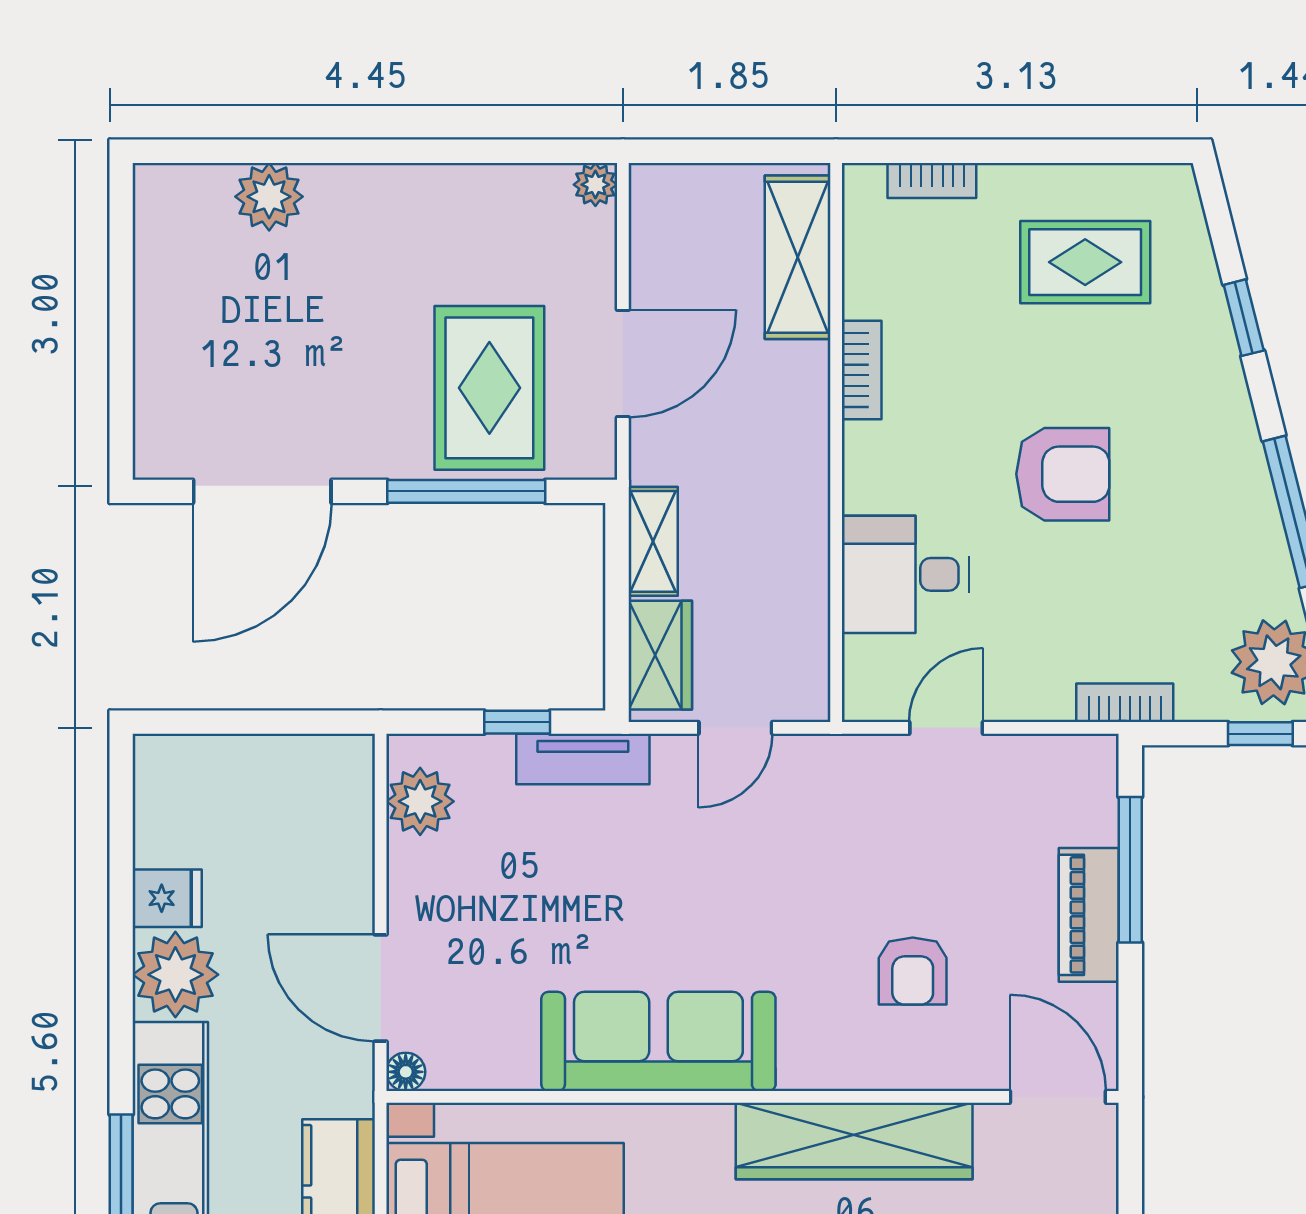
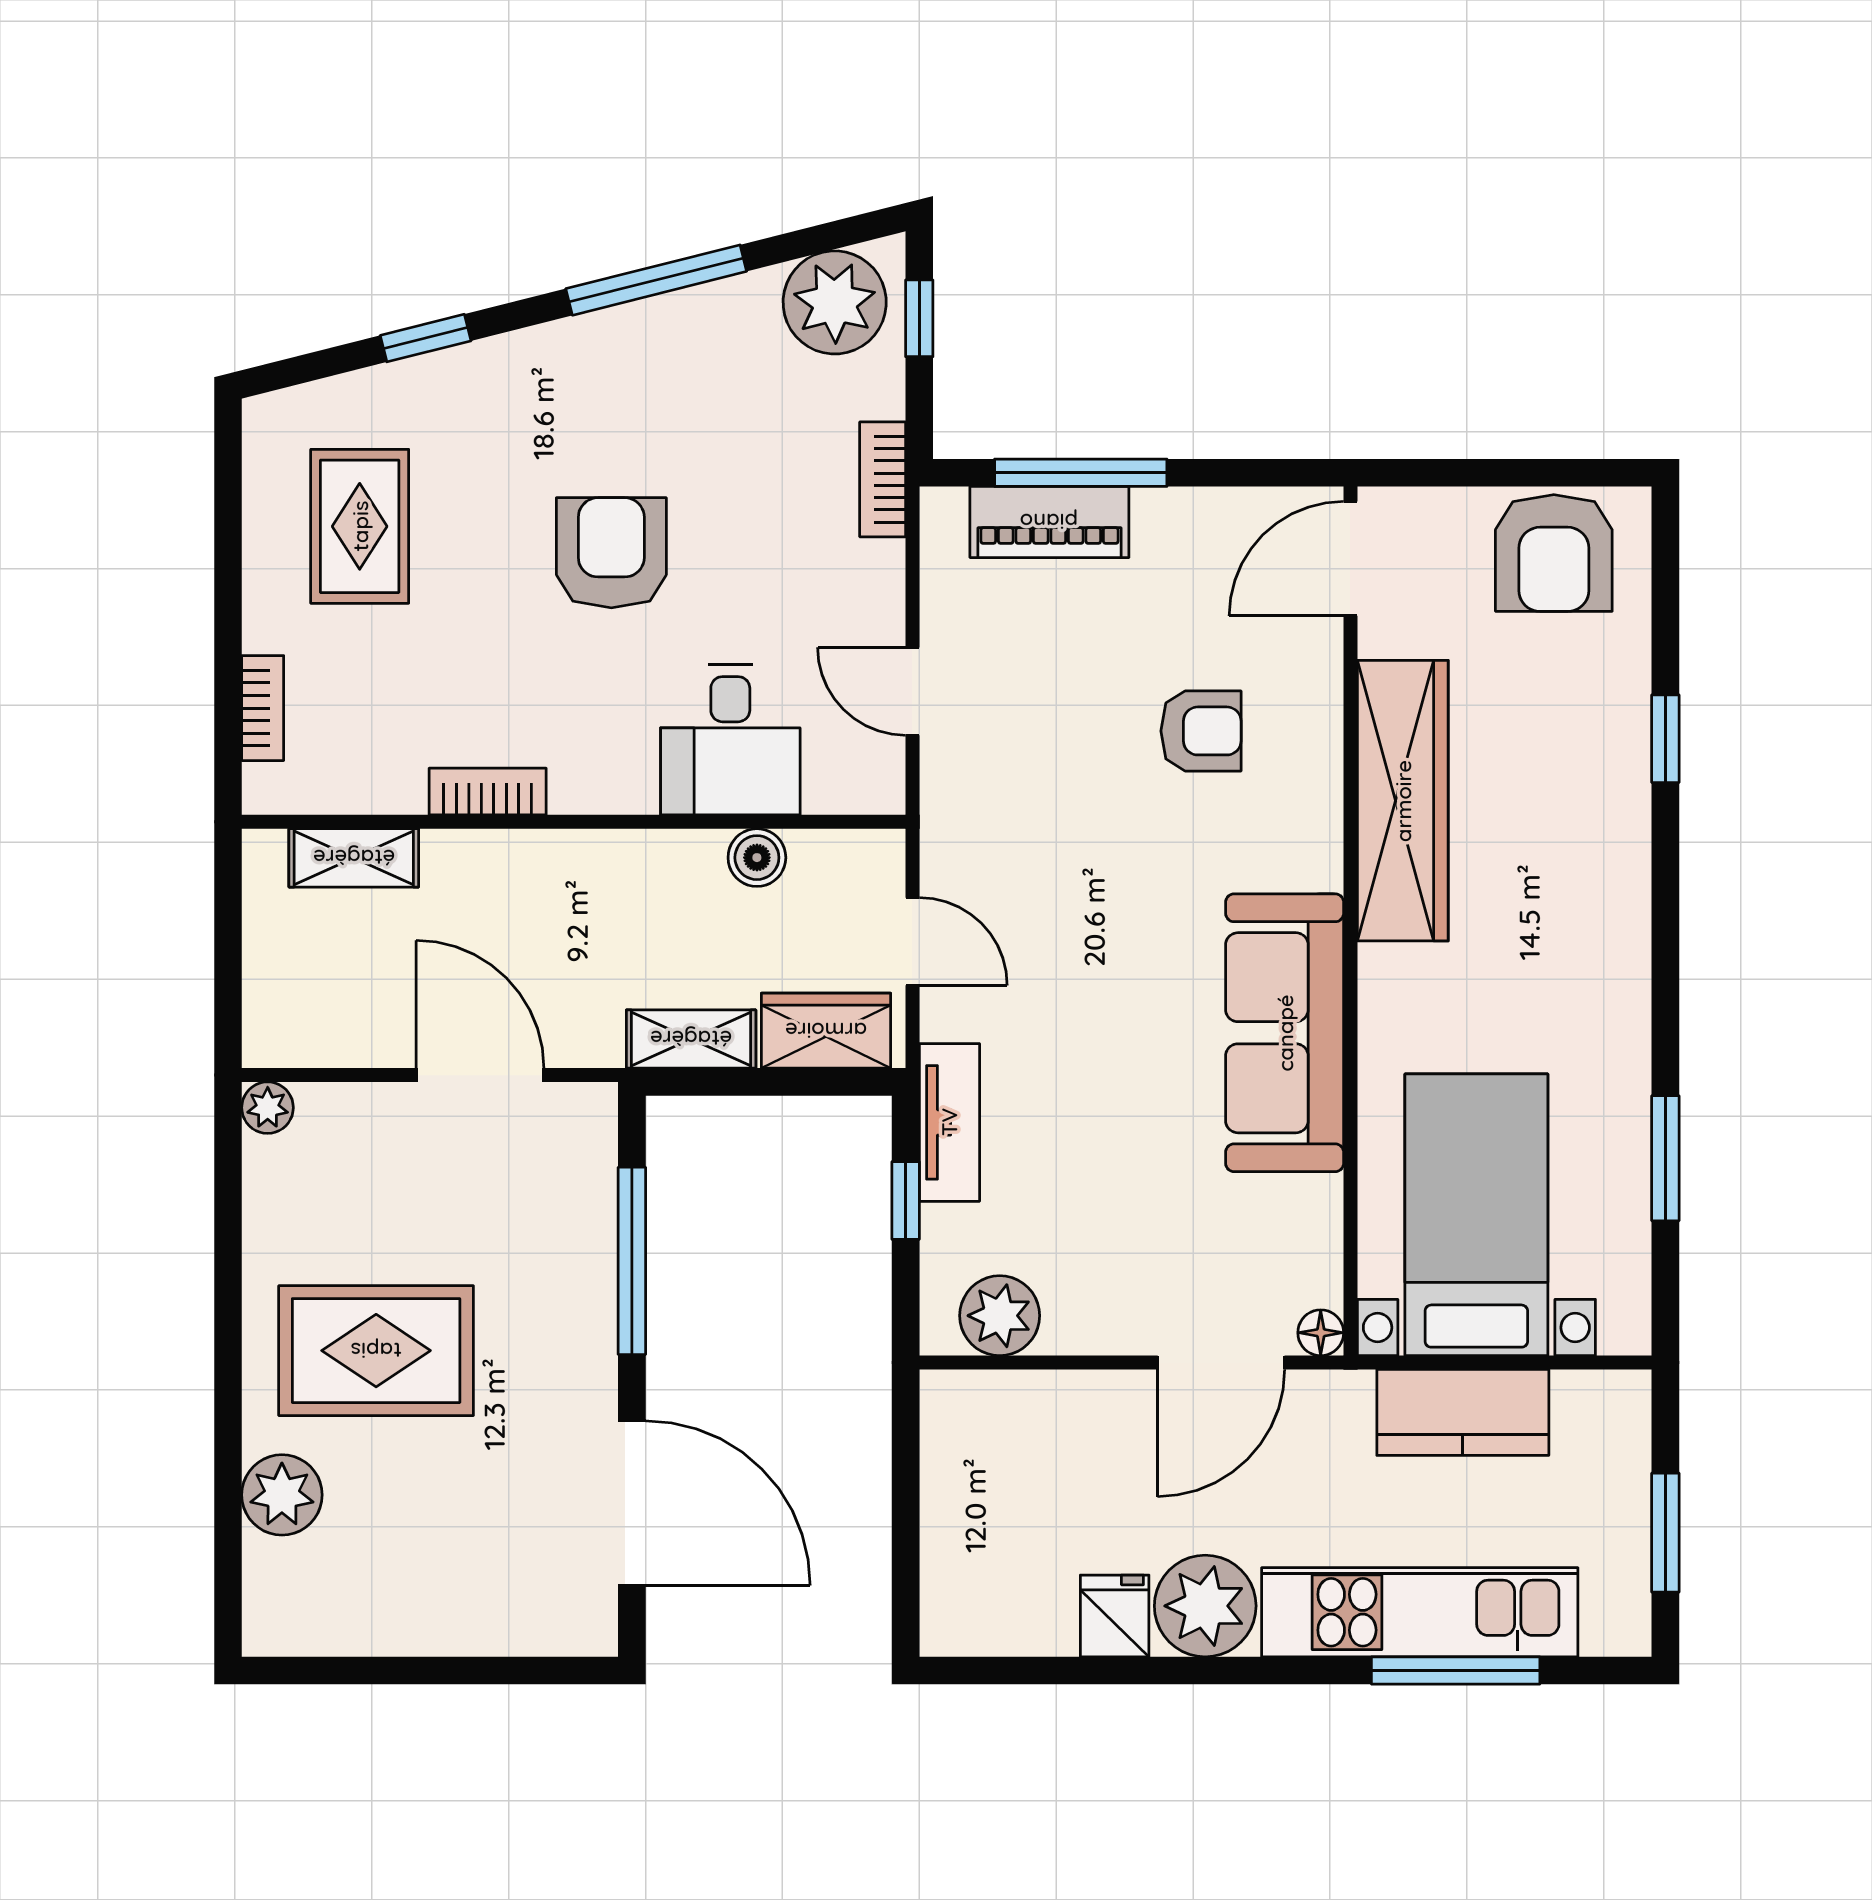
shelving: (798, 257) -> (354, 858), width x0.67, depth x0.75
rug: (489, 388) -> (376, 1351), moved
boiler: (806, 597) -> (757, 858), added
piano: (1089, 915) -> (1049, 522), moved

